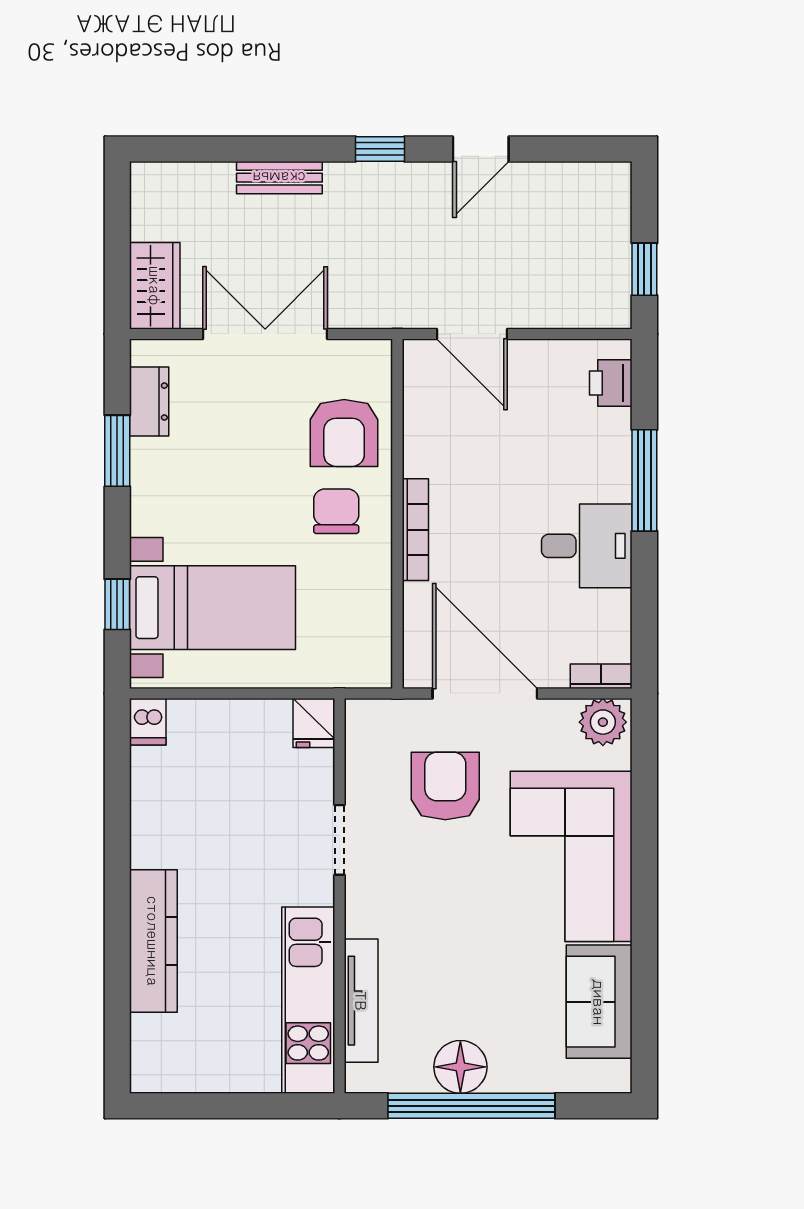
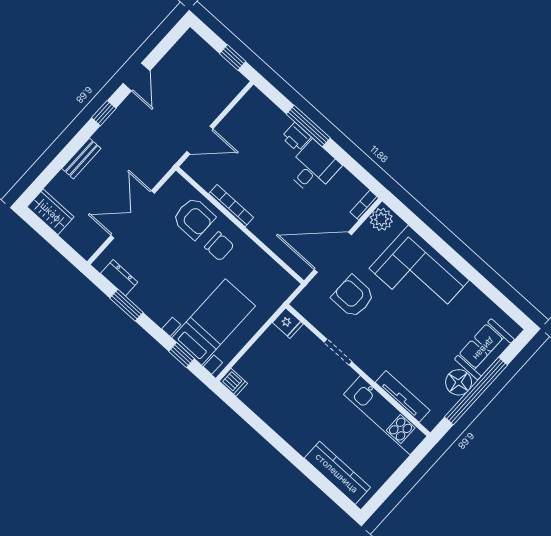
wardrobe: (155, 286) -> (51, 212), moved
printer: (611, 383) -> (296, 137), moved
chair: (336, 511) -> (219, 246), turned 180
bookcase: (415, 530) -> (231, 206), moved
kitchen counter: (153, 941) -> (337, 473), moved
sofa: (599, 1002) -> (484, 349), moved, turned 90

